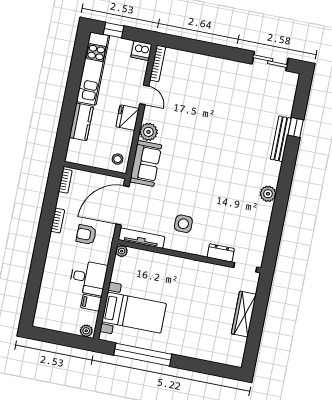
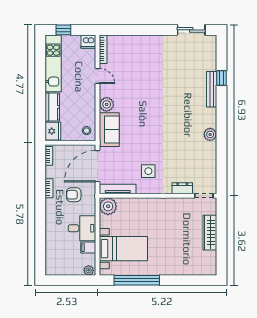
fridge: (128, 118) -> (53, 131), moved, turned 180
plant: (122, 251) -> (108, 206), width x1.88, depth x1.88

